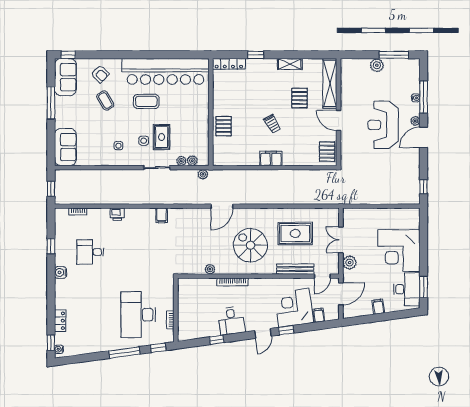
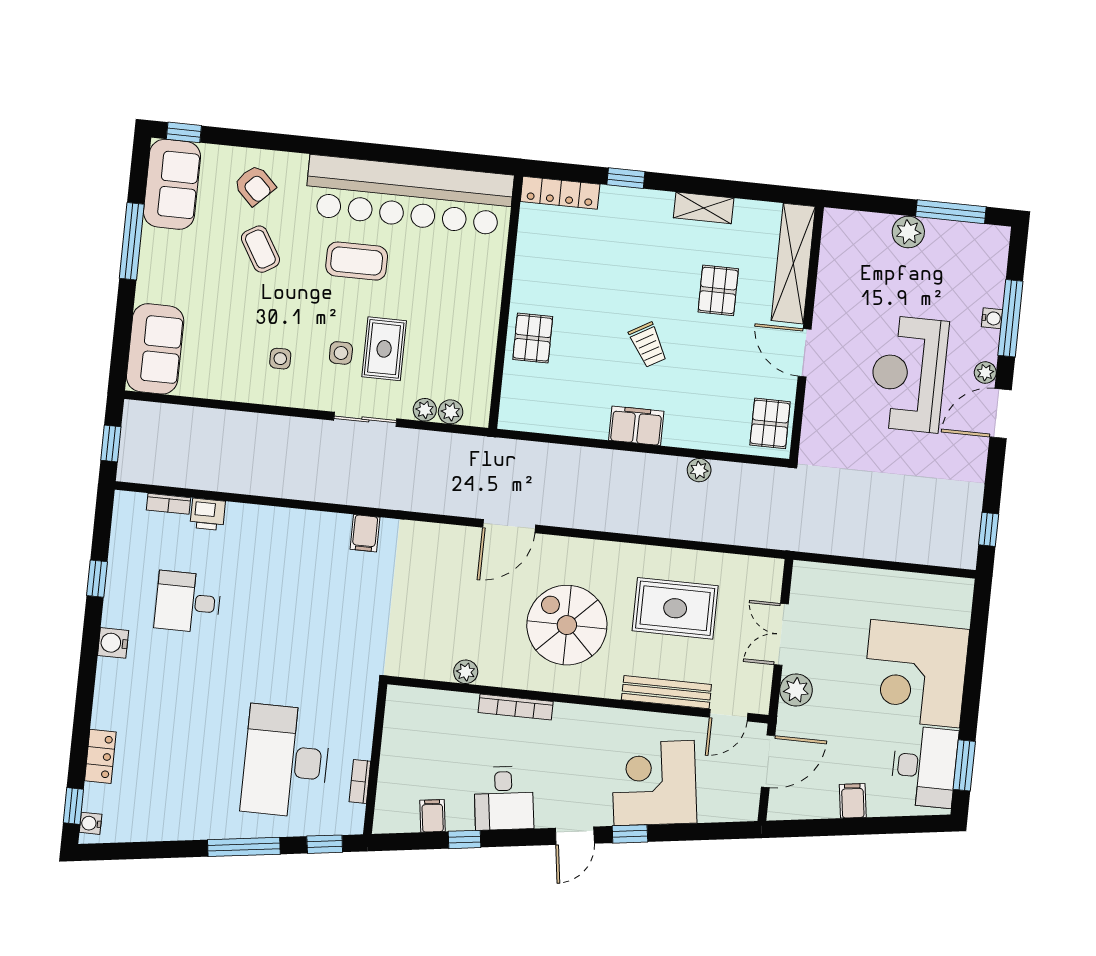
plant: (203, 174) -> (699, 470), moved
printer: (117, 214) -> (208, 514), moved
filing cabinet: (319, 315) -> (432, 816), moved

